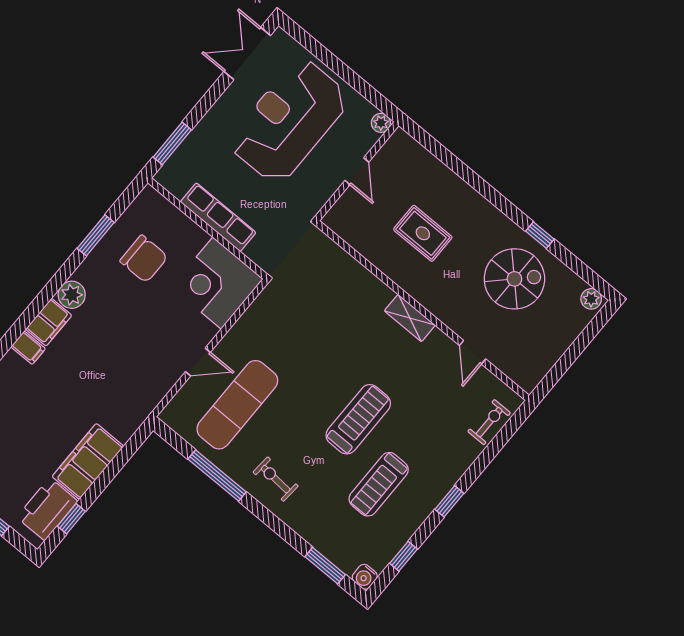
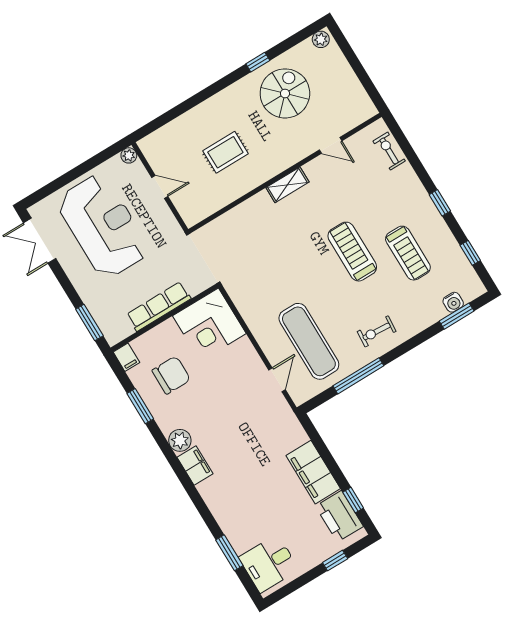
reception desk: (289, 121) -> (103, 226), turned 180
filing cabinet: (28, 348) -> (126, 357), moved, turned 90
door: (198, 362) -> (277, 380), moved
water cooler: (365, 577) -> (453, 302), moved

